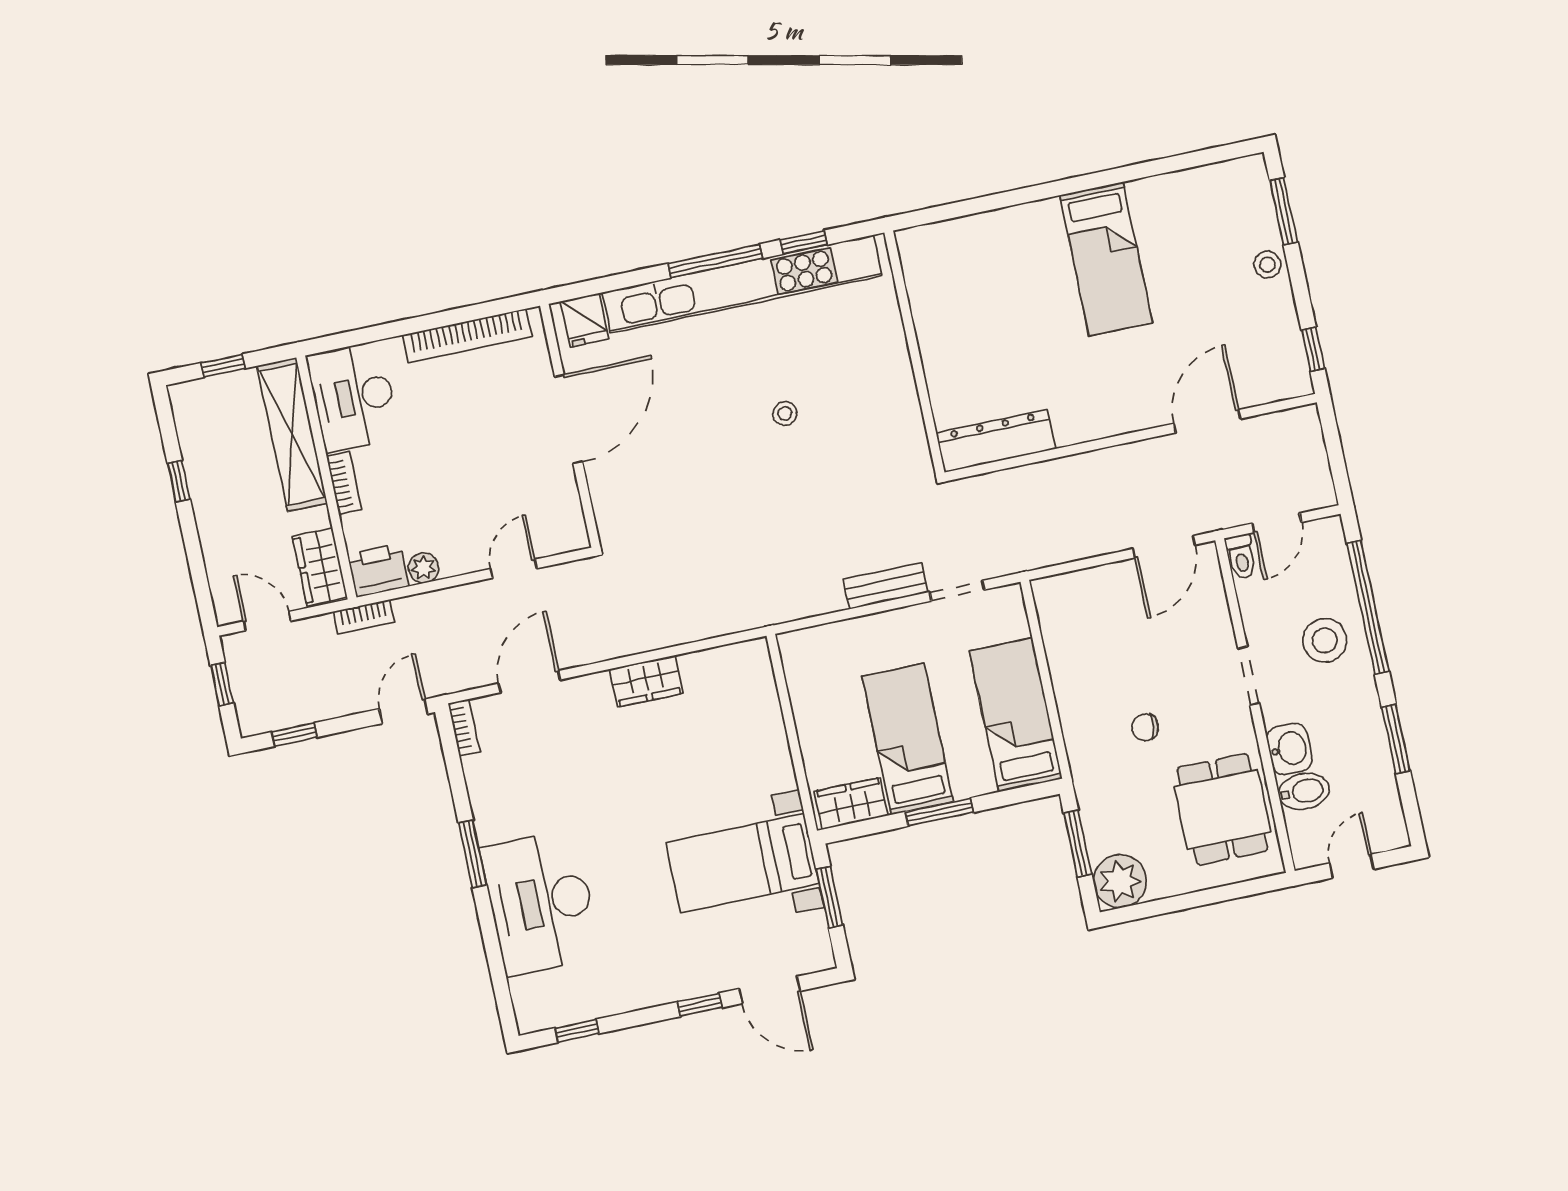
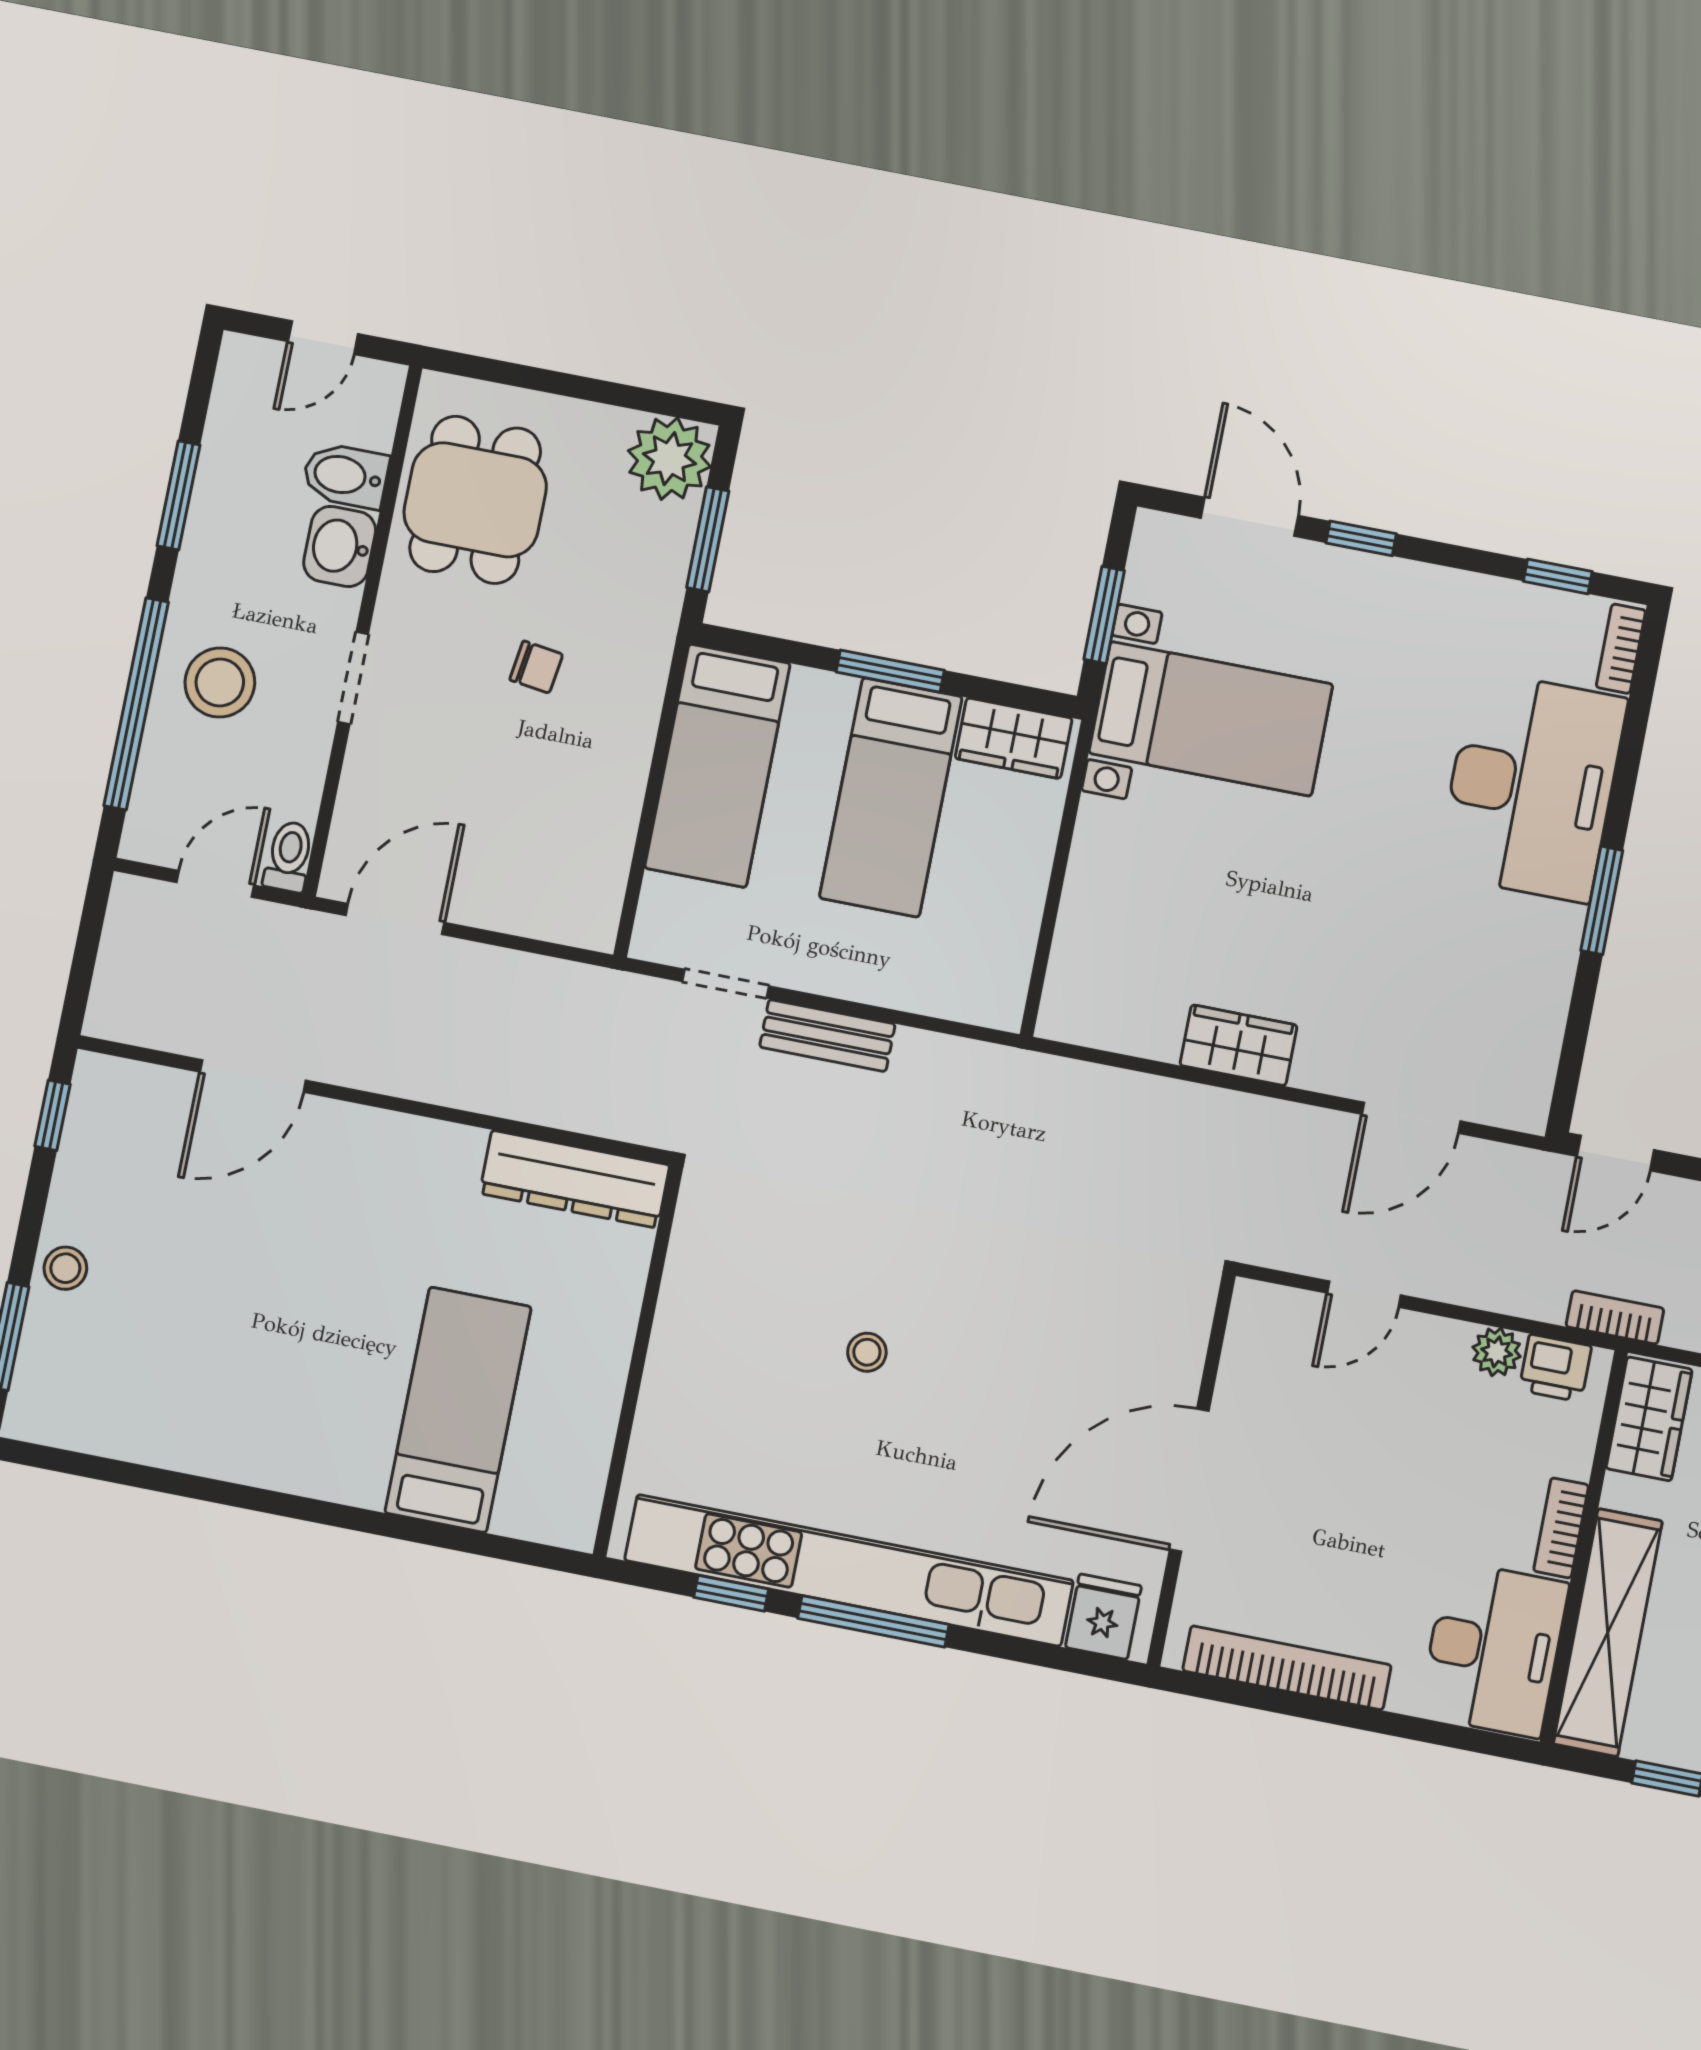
bed: (1106, 259) -> (458, 1410), moved
printer: (378, 570) -> (1555, 1368), width x0.73, depth x0.81
bookcase: (464, 727) -> (1621, 649), moved

